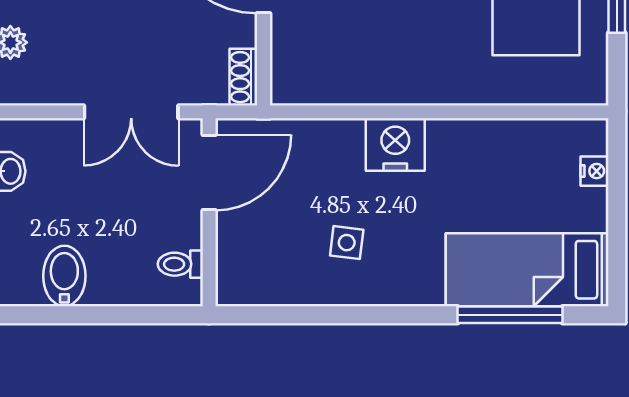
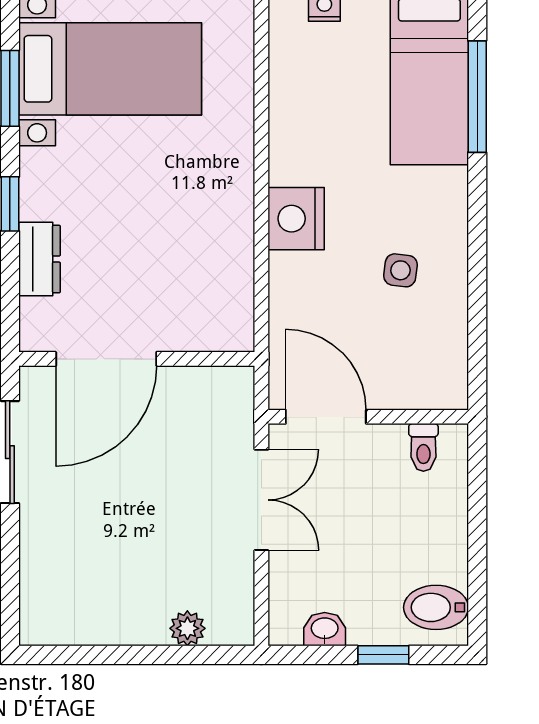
shoe rack: (243, 77) -> (224, 380), removed
bidet: (64, 276) -> (436, 607), moved

